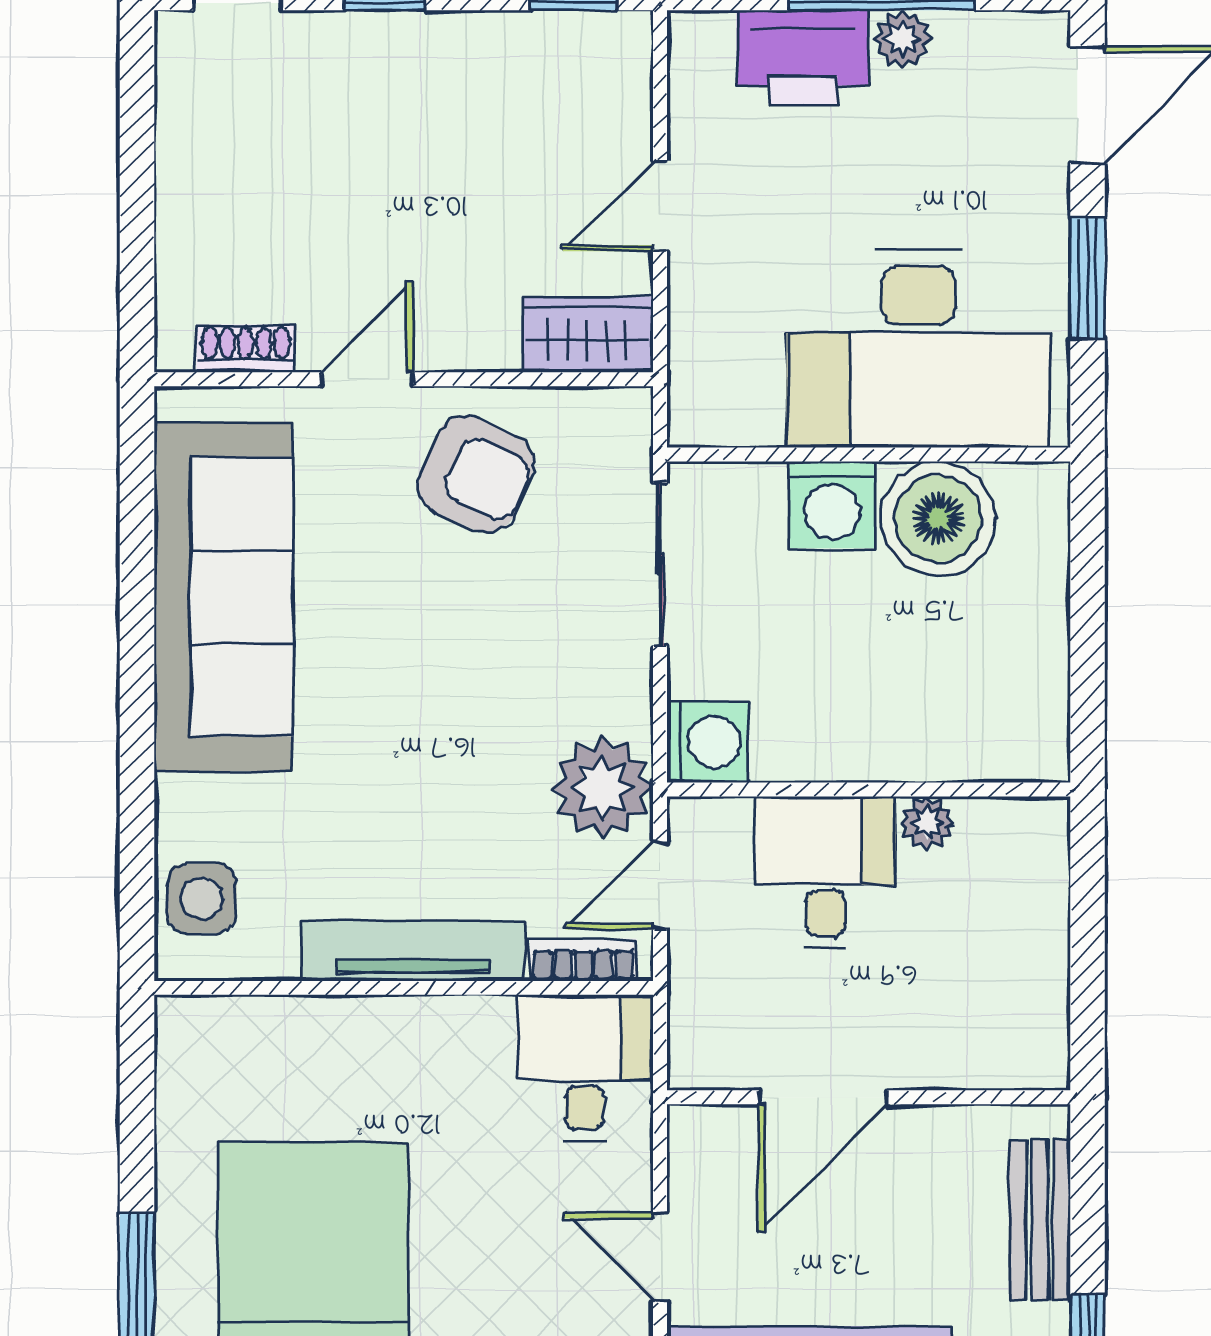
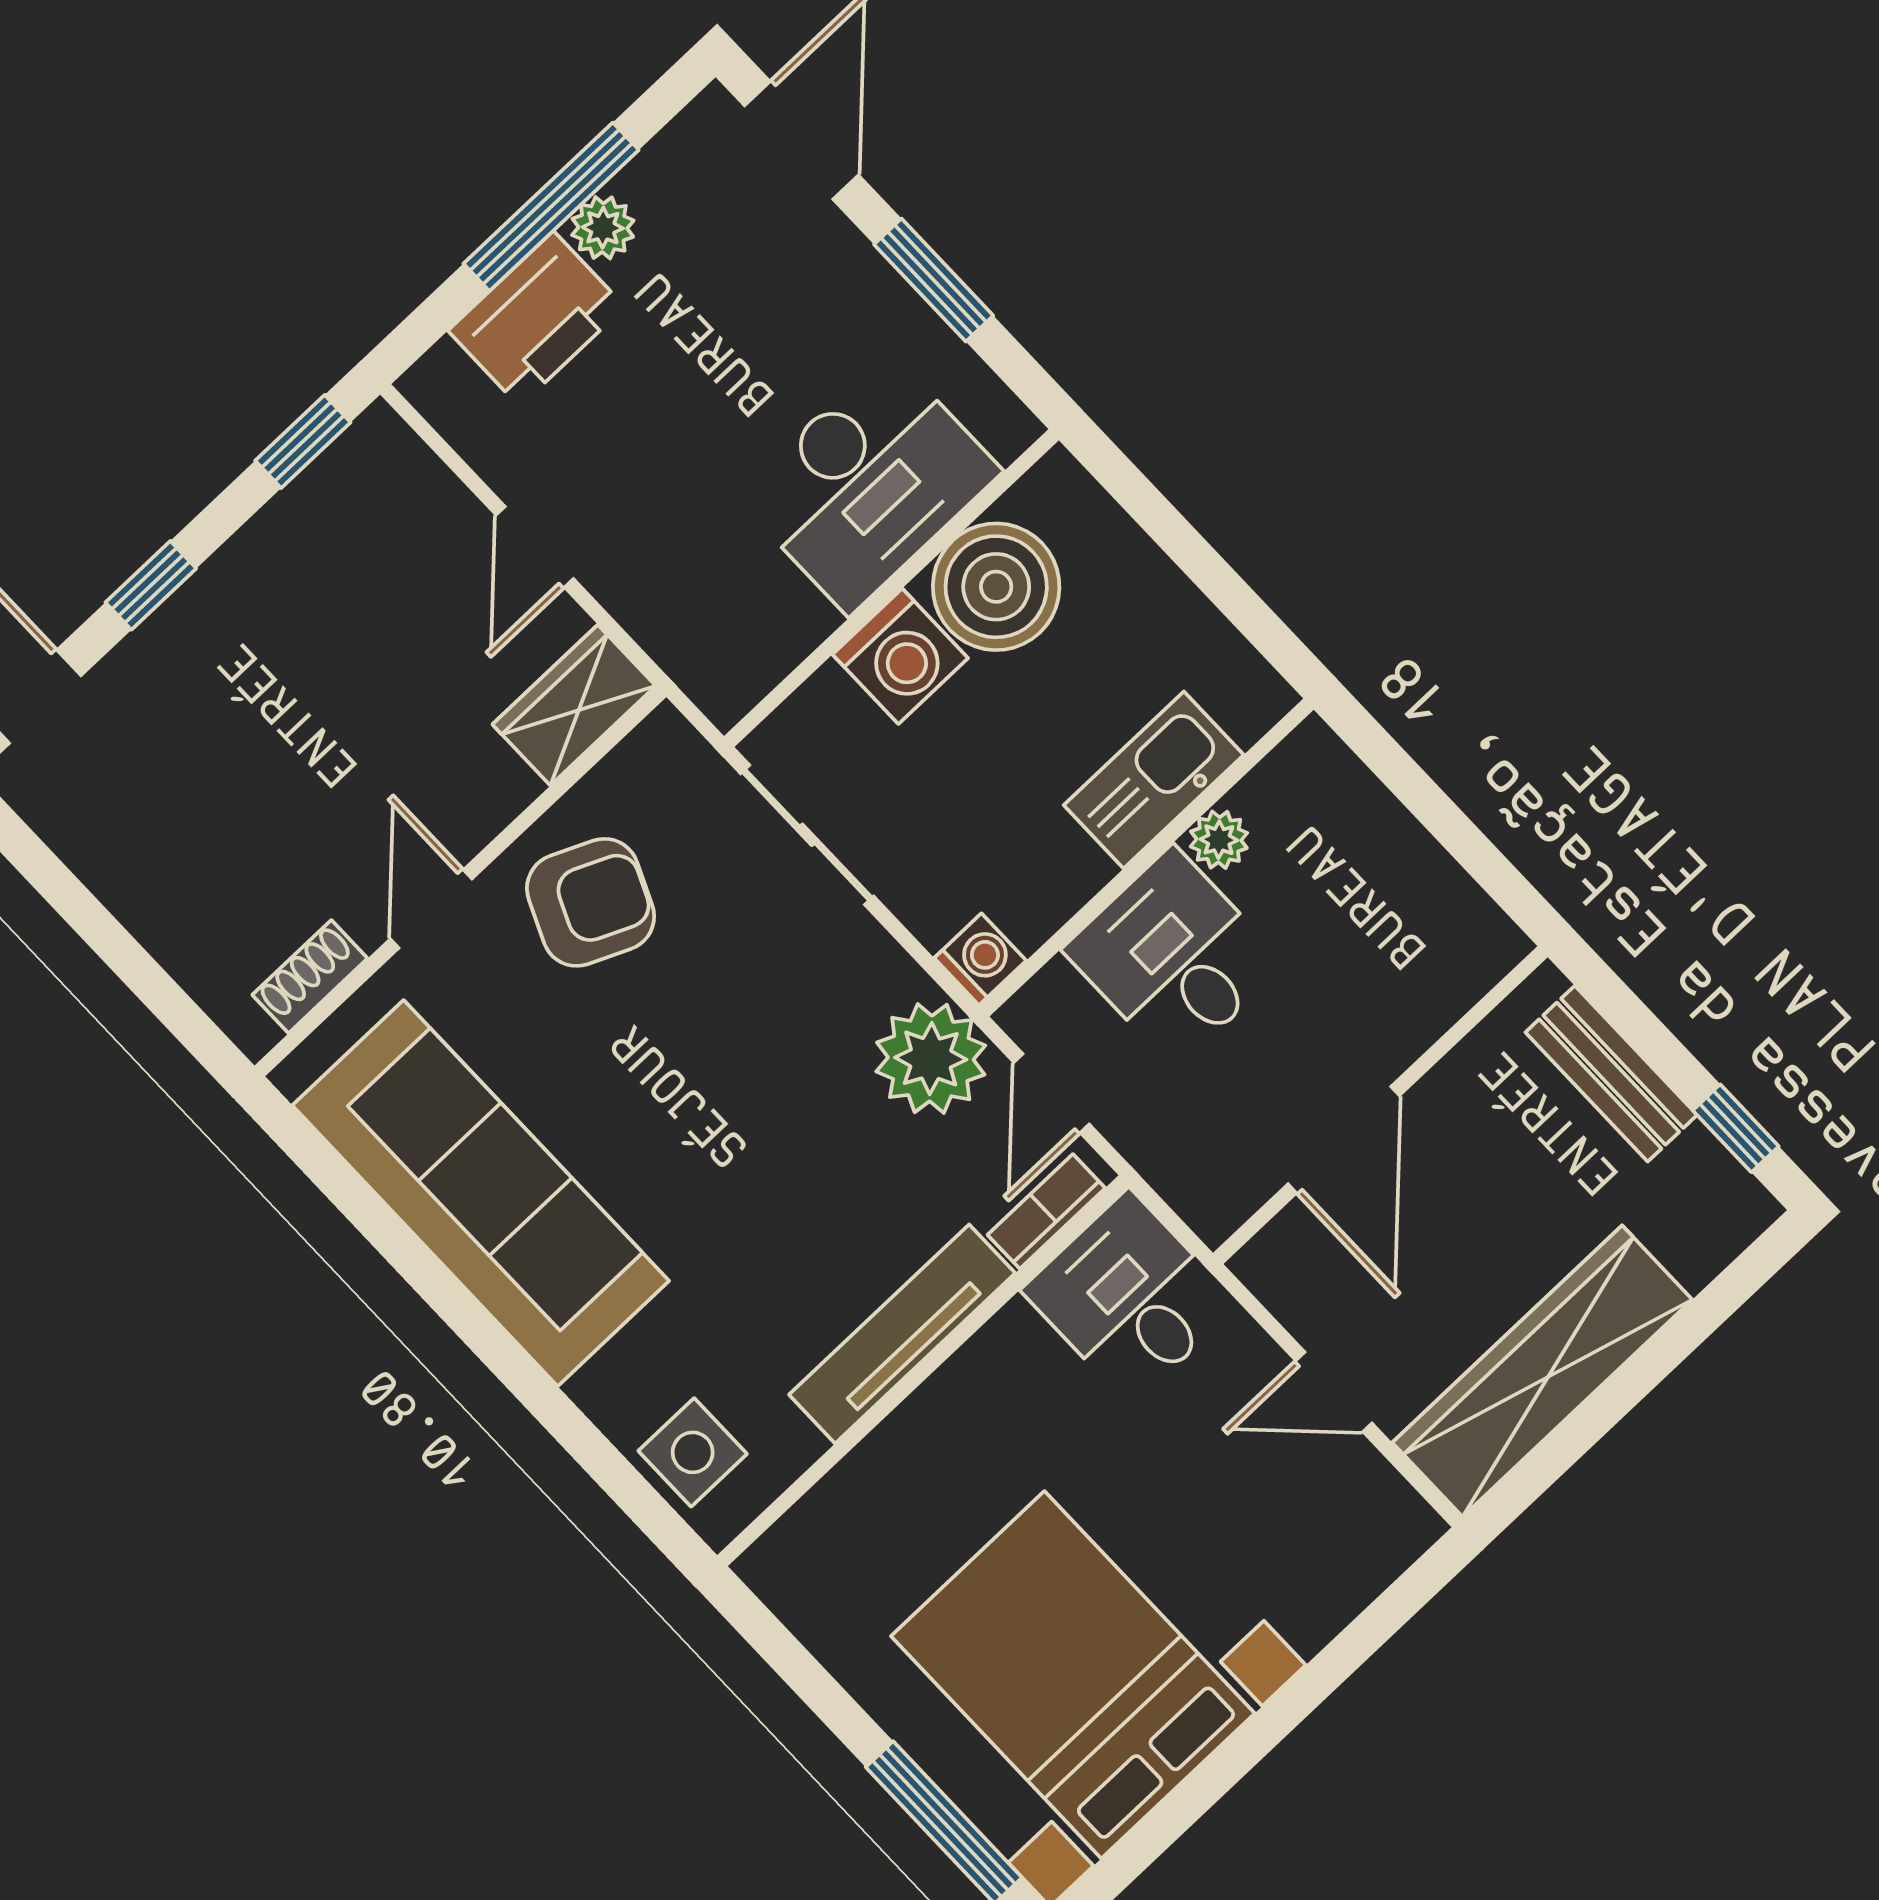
desk: (918, 349) -> (869, 484), width x0.73, depth x0.77
washing machine: (708, 742) -> (980, 959), width x0.73, depth x0.73
kitchen sink: (922, 743) -> (1154, 780), added

